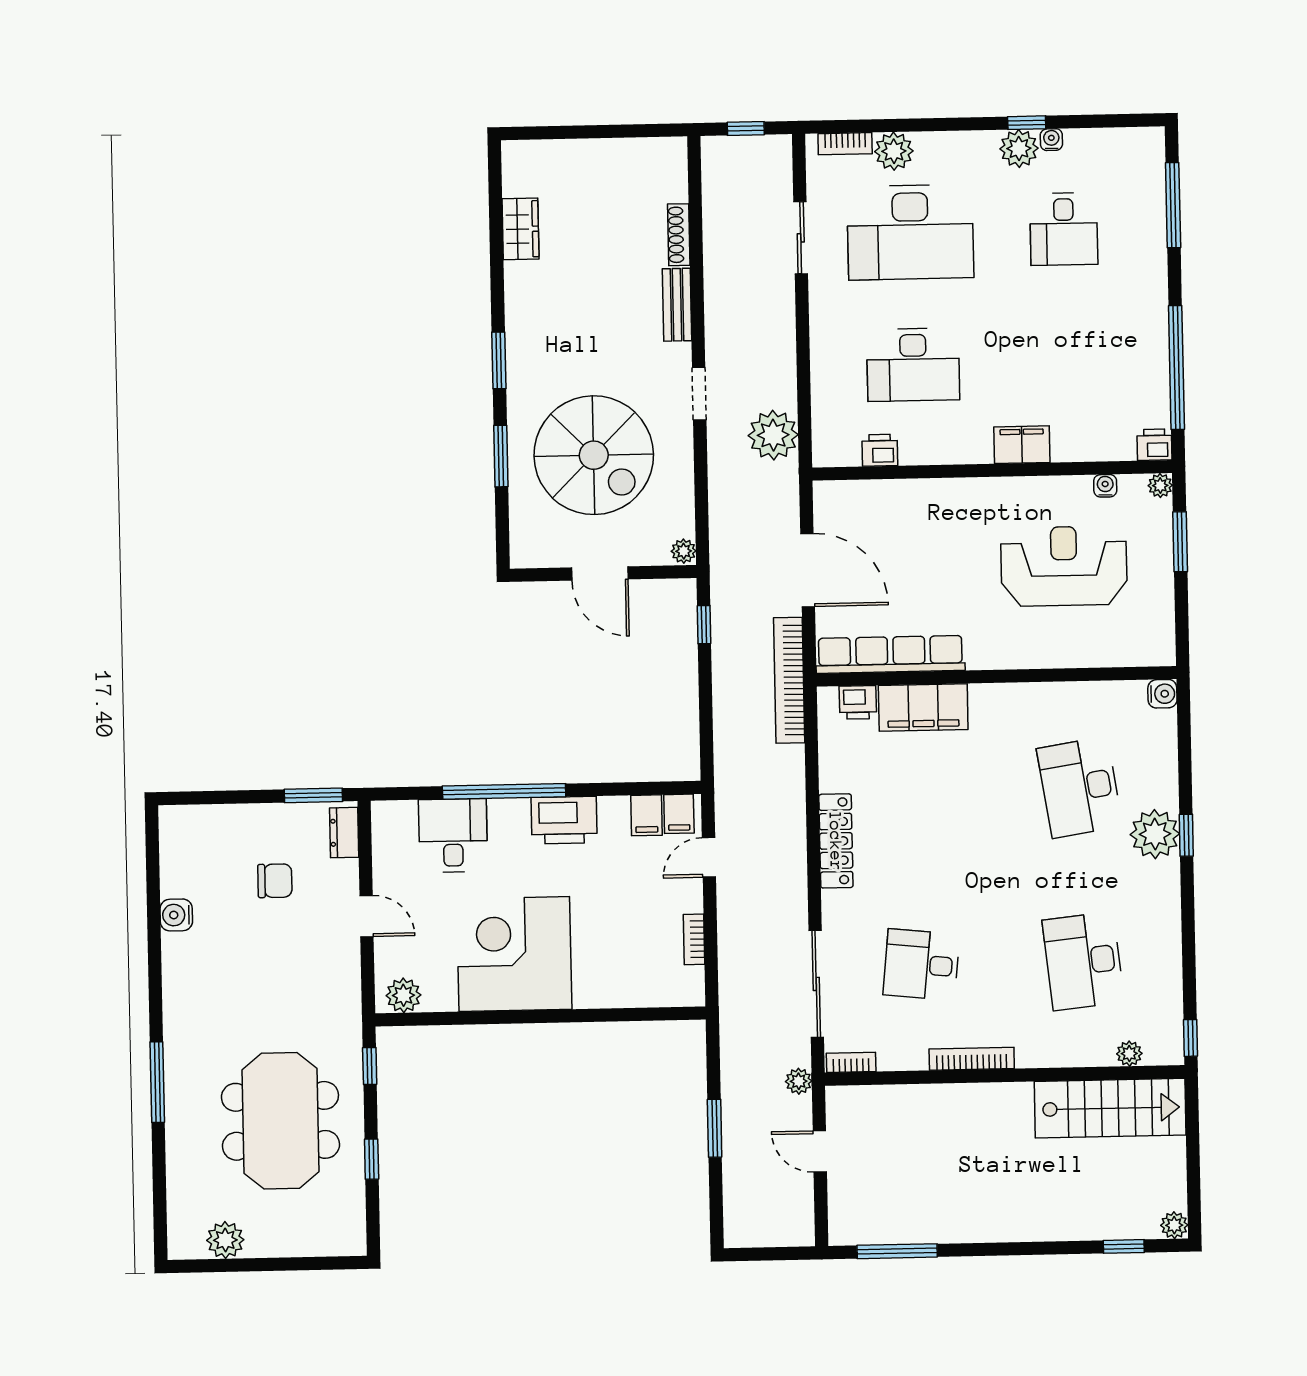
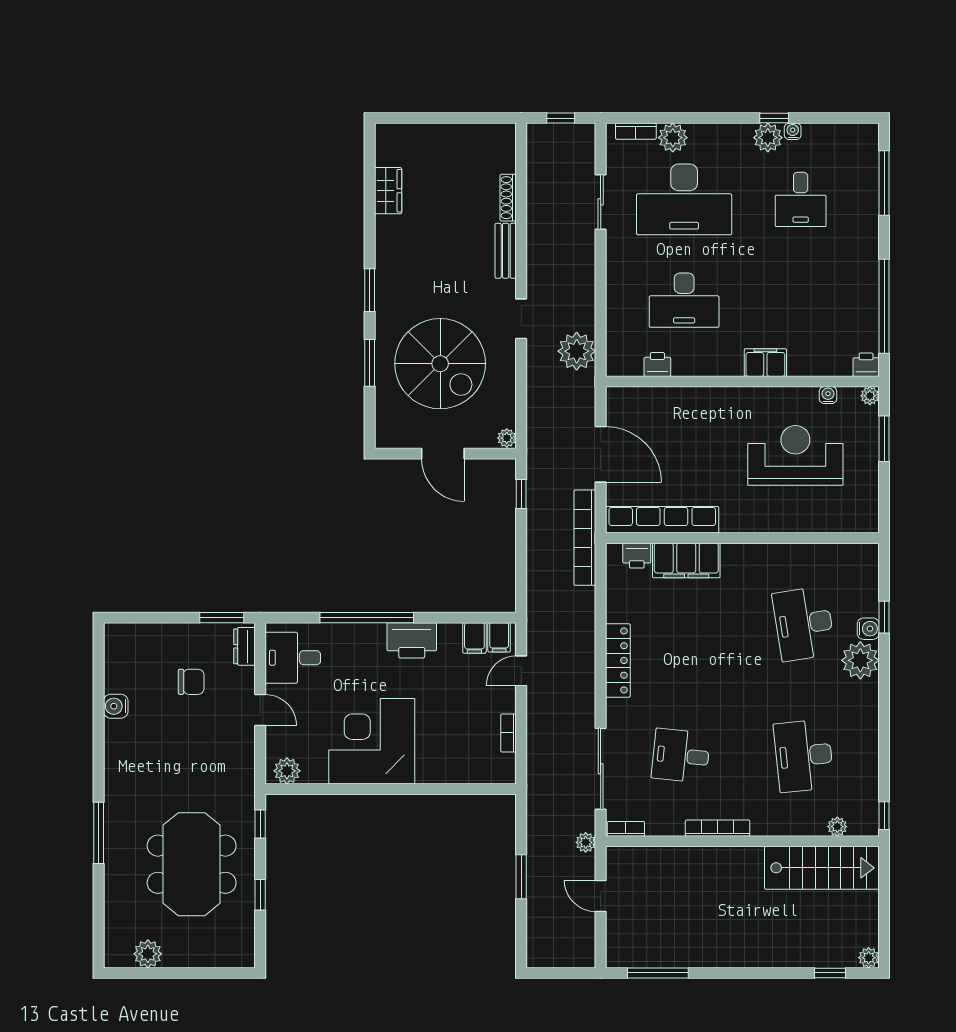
water cooler: (1162, 694) -> (868, 629), moved
desk: (453, 835) -> (293, 658), moved, turned -90
window: (1186, 835) -> (884, 617), moved

